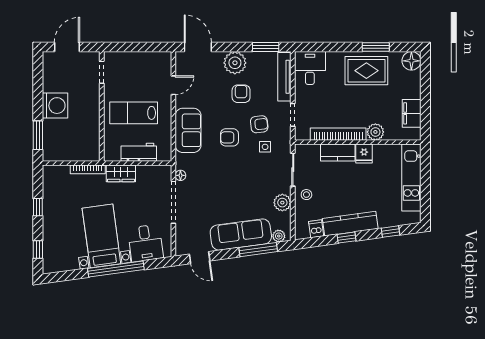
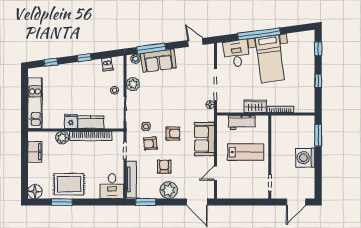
armchair: (241, 94) -> (164, 167), turned 180
kitchen counter: (350, 224) -> (81, 68), removed
sofa: (241, 235) -> (158, 61), width x0.73

